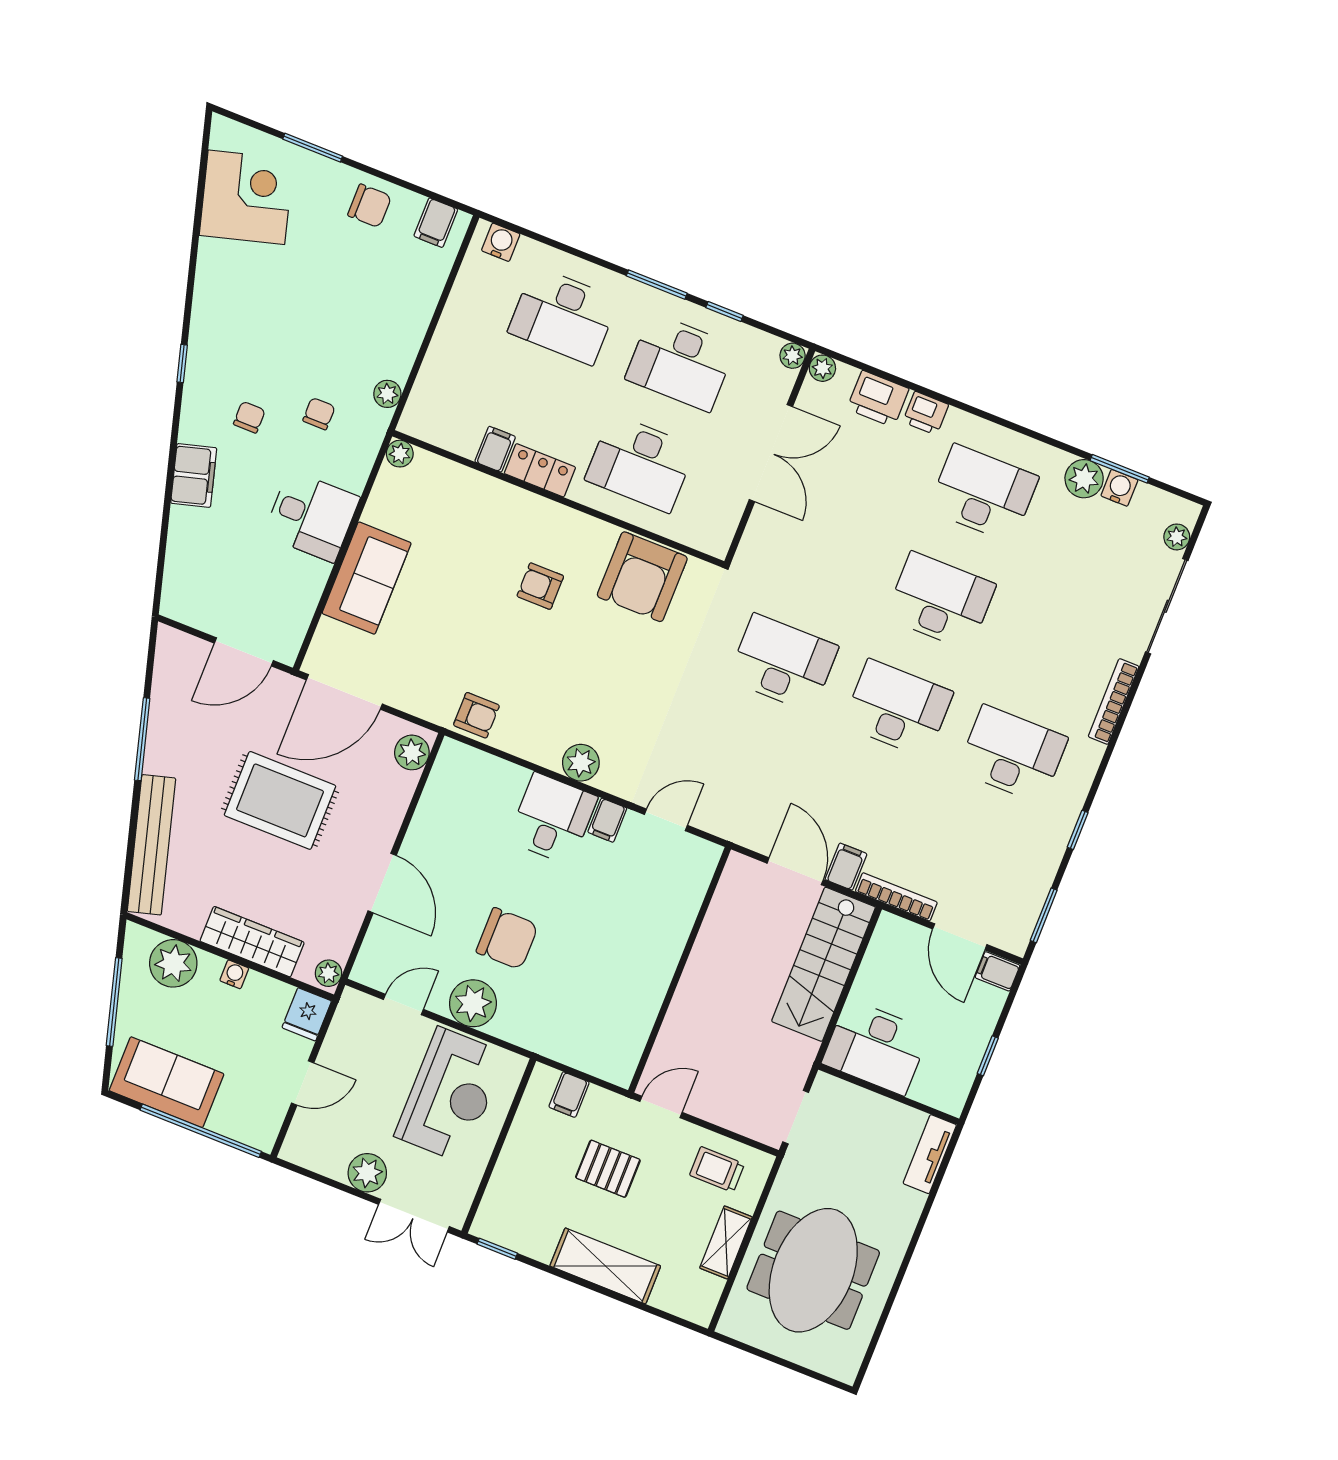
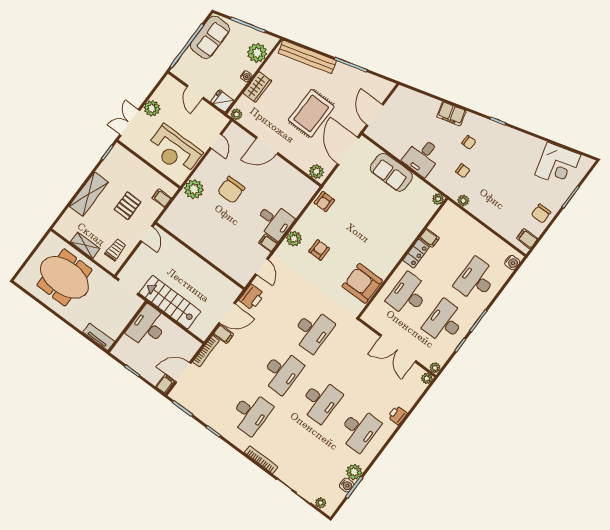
printer: (878, 399) -> (252, 297), moved, turned 180
armchair: (540, 586) -> (319, 250), moved
wardrobe: (252, 942) -> (257, 87), width x0.67
stairs: (823, 964) -> (170, 302), moved
plant: (473, 1003) -> (194, 189), moved

